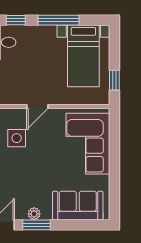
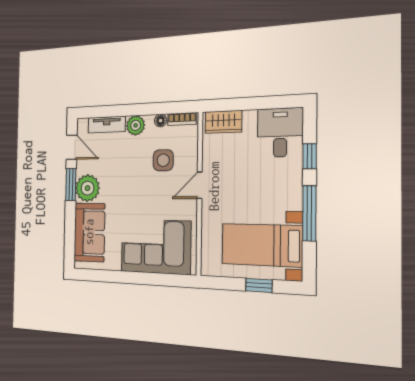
window: (114, 80) -> (259, 285), moved
door: (37, 107) -> (200, 185), hinge flipped
plant: (34, 214) -> (88, 188), width x1.88, depth x1.88

